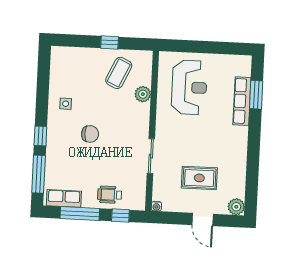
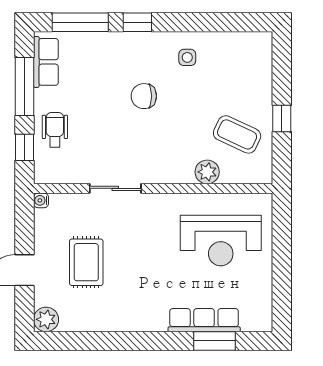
chair: (90, 134) -> (144, 96), turned 90

